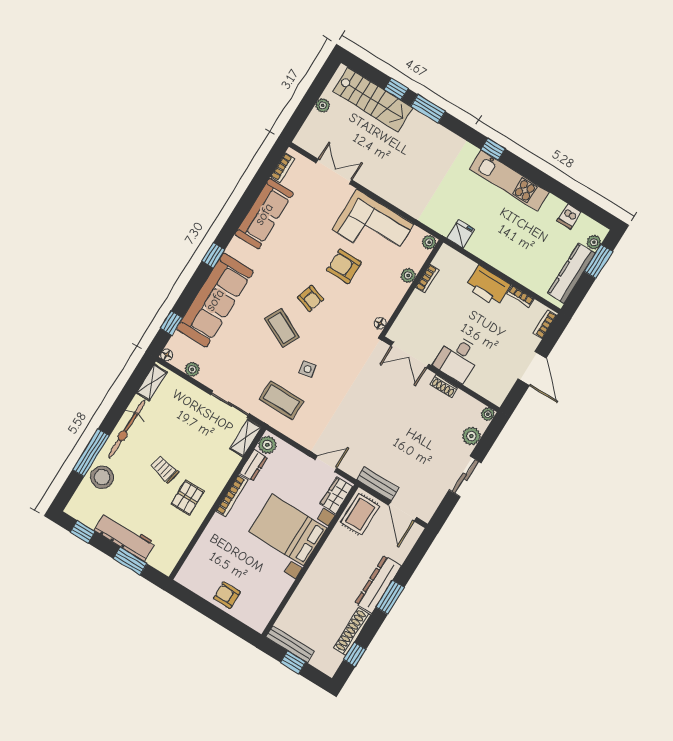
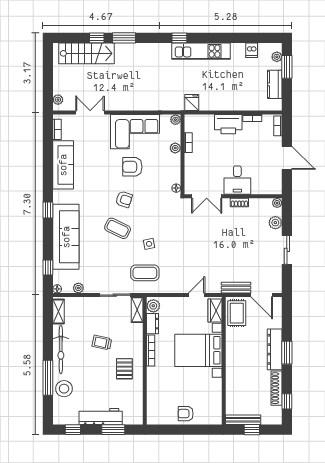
plant: (323, 105) -> (58, 100), moved
kitchen counter: (571, 273) -> (275, 84), width x0.67
trolley: (164, 469) -> (102, 343), moved

